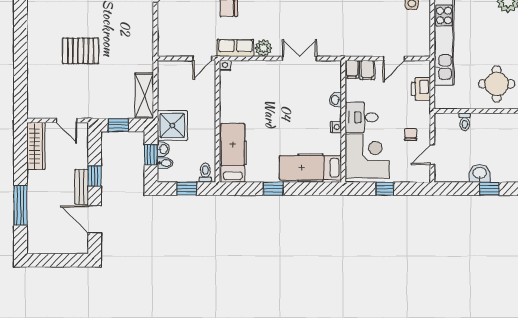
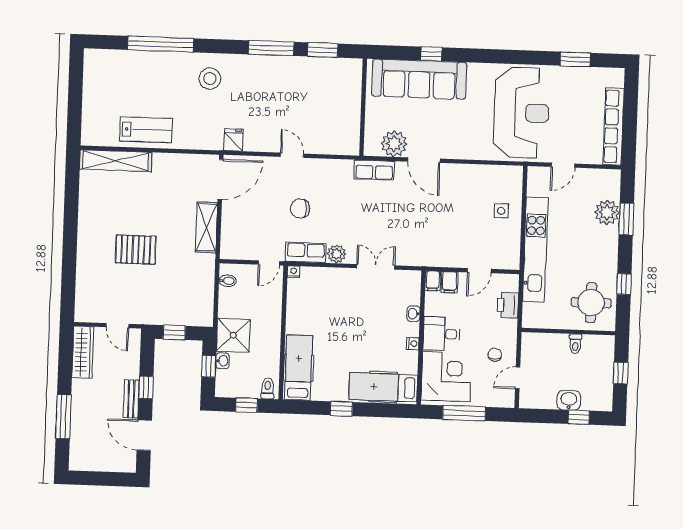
shelving: (144, 96) -> (207, 227), moved
toilet: (465, 122) -> (575, 344), moved
bidet: (165, 163) -> (227, 281), moved
window: (385, 189) -> (464, 413), width x2.17

